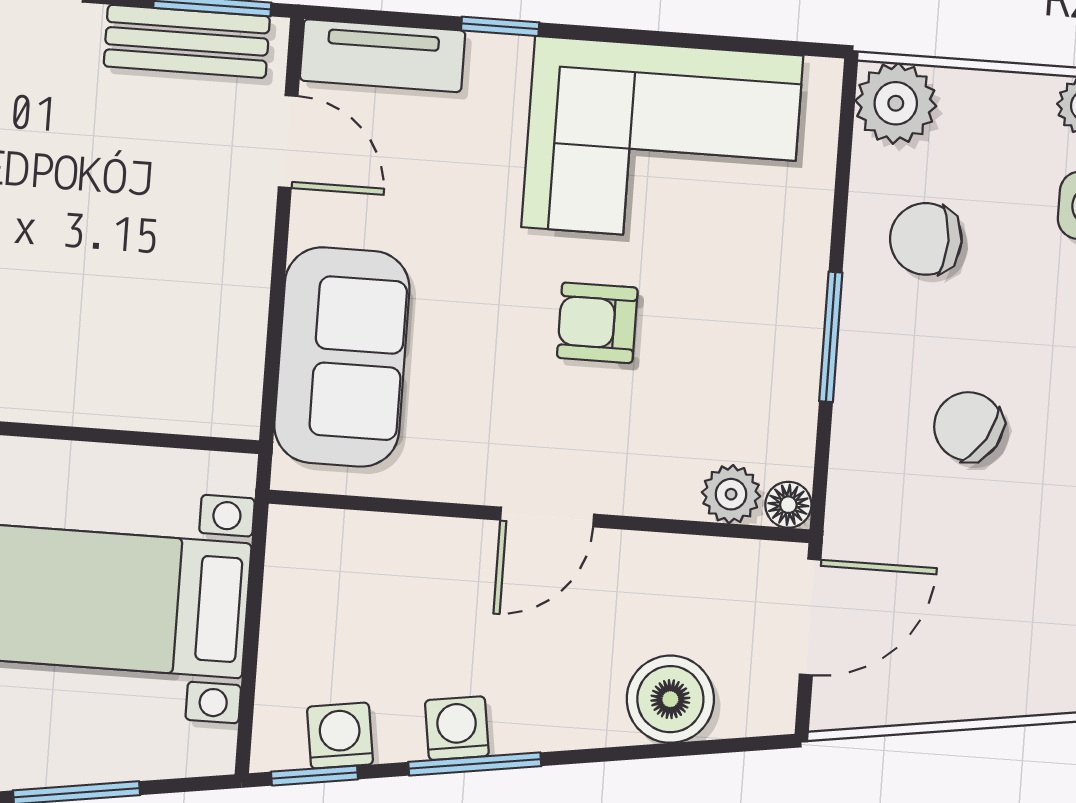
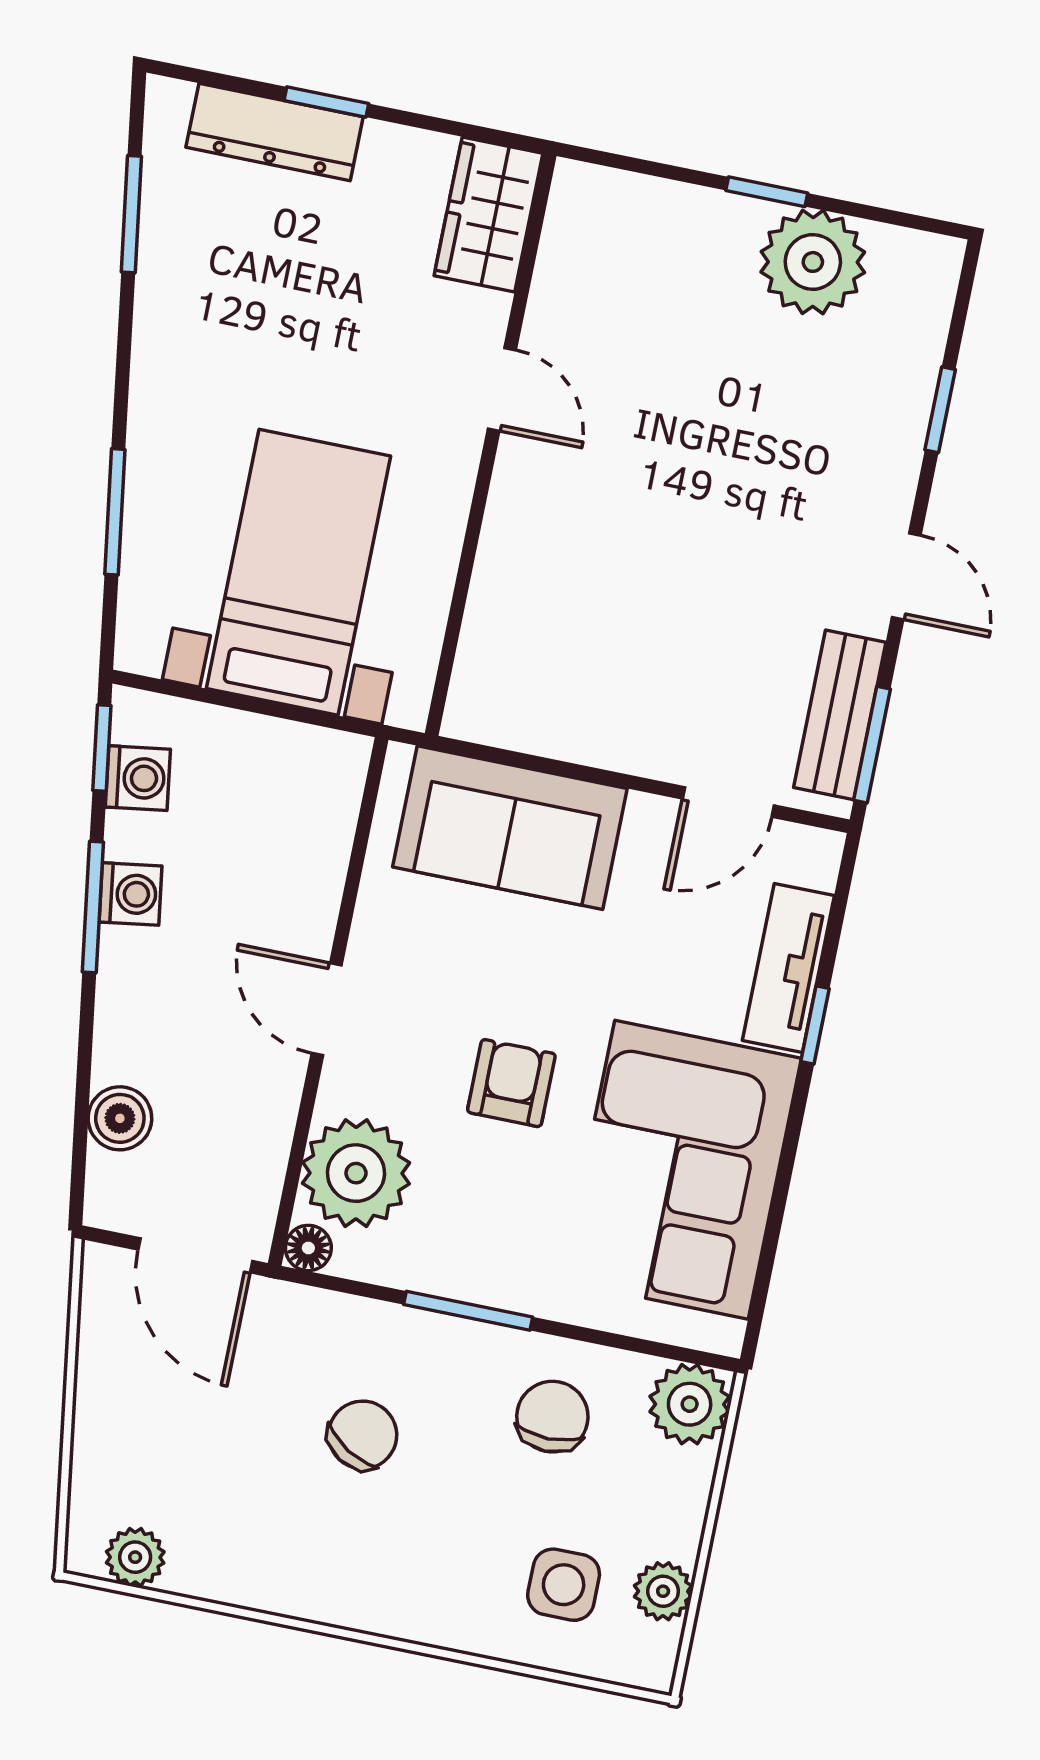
tv unit: (383, 56) -> (788, 968), moved
plant: (731, 494) -> (356, 1173), width x1.87, depth x1.87
boiler: (670, 699) -> (120, 1118), width x0.73, depth x0.73

